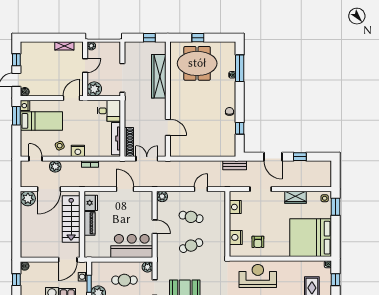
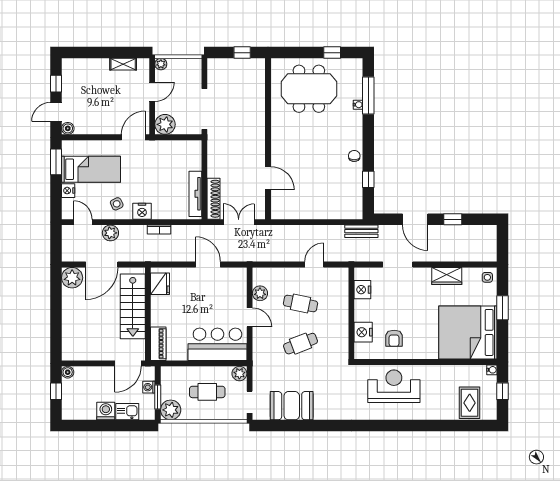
window: (198, 38) -> (332, 53), moved
wardrobe: (159, 76) -> (255, 107), removed
nightstand: (25, 106) -> (68, 191), moved
desk: (109, 111) -> (186, 155), removed
plant: (162, 196) -> (260, 293), moved
window: (335, 207) -> (503, 308), moved
piano: (89, 223) -> (158, 344), moved

